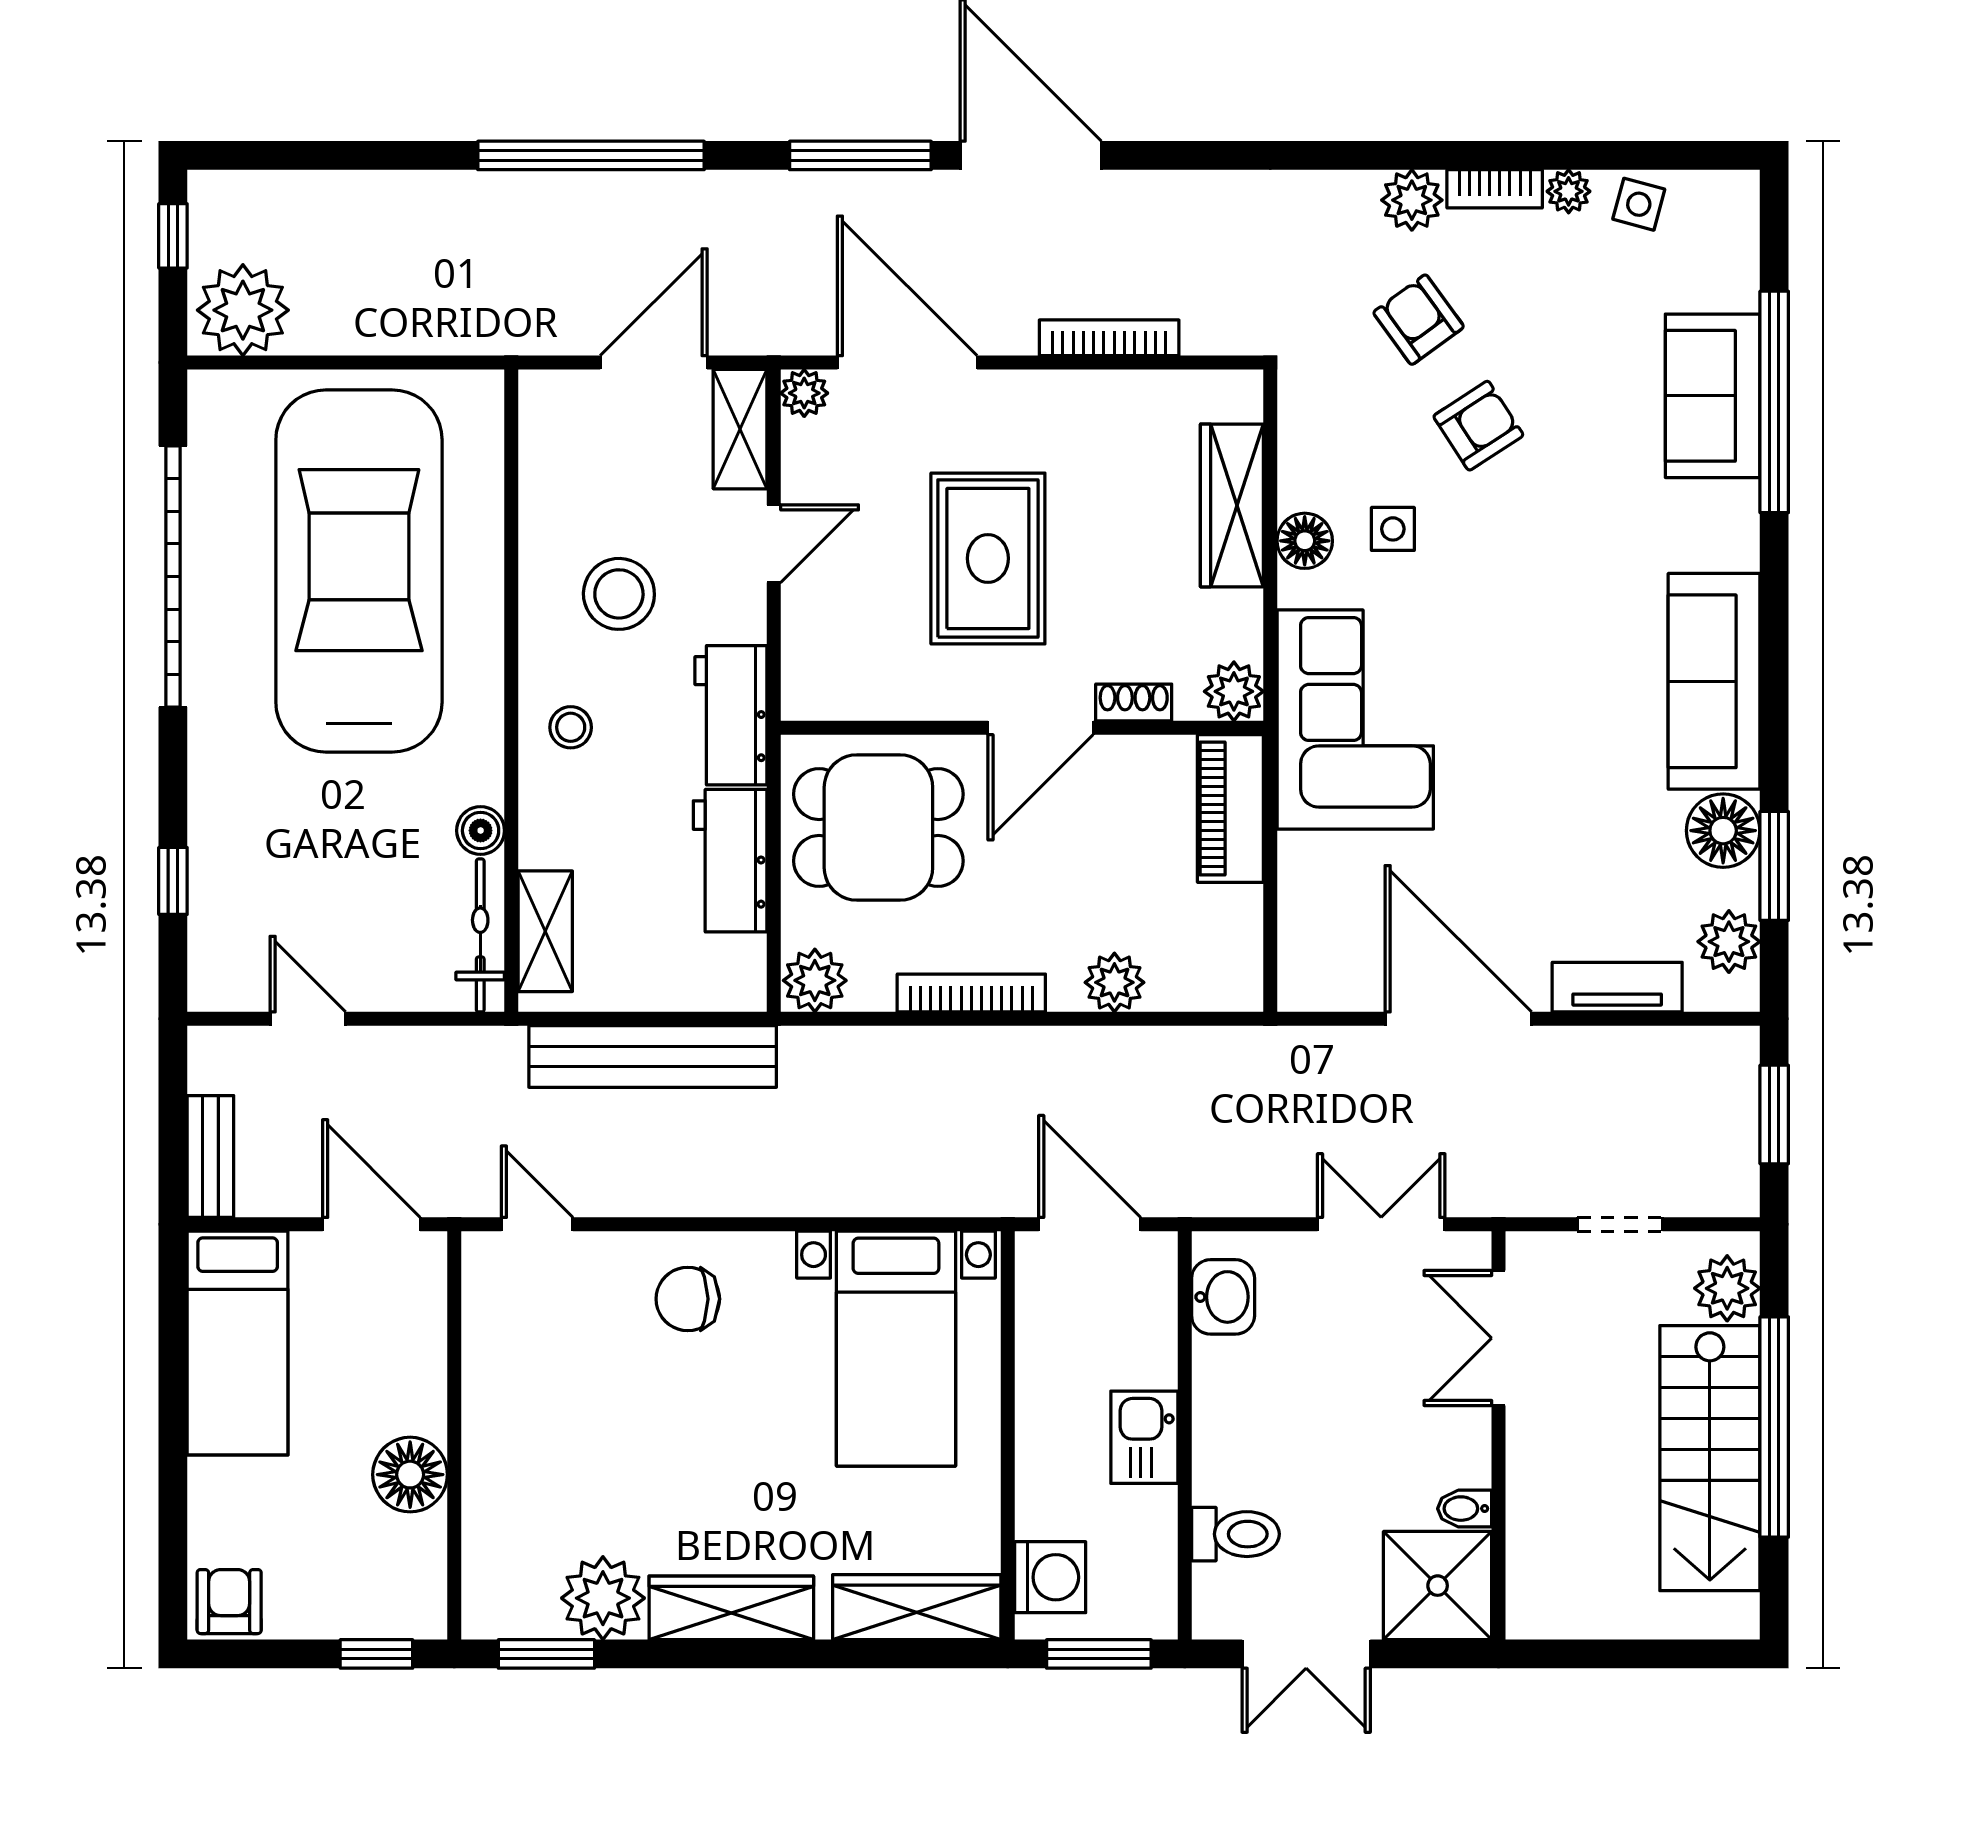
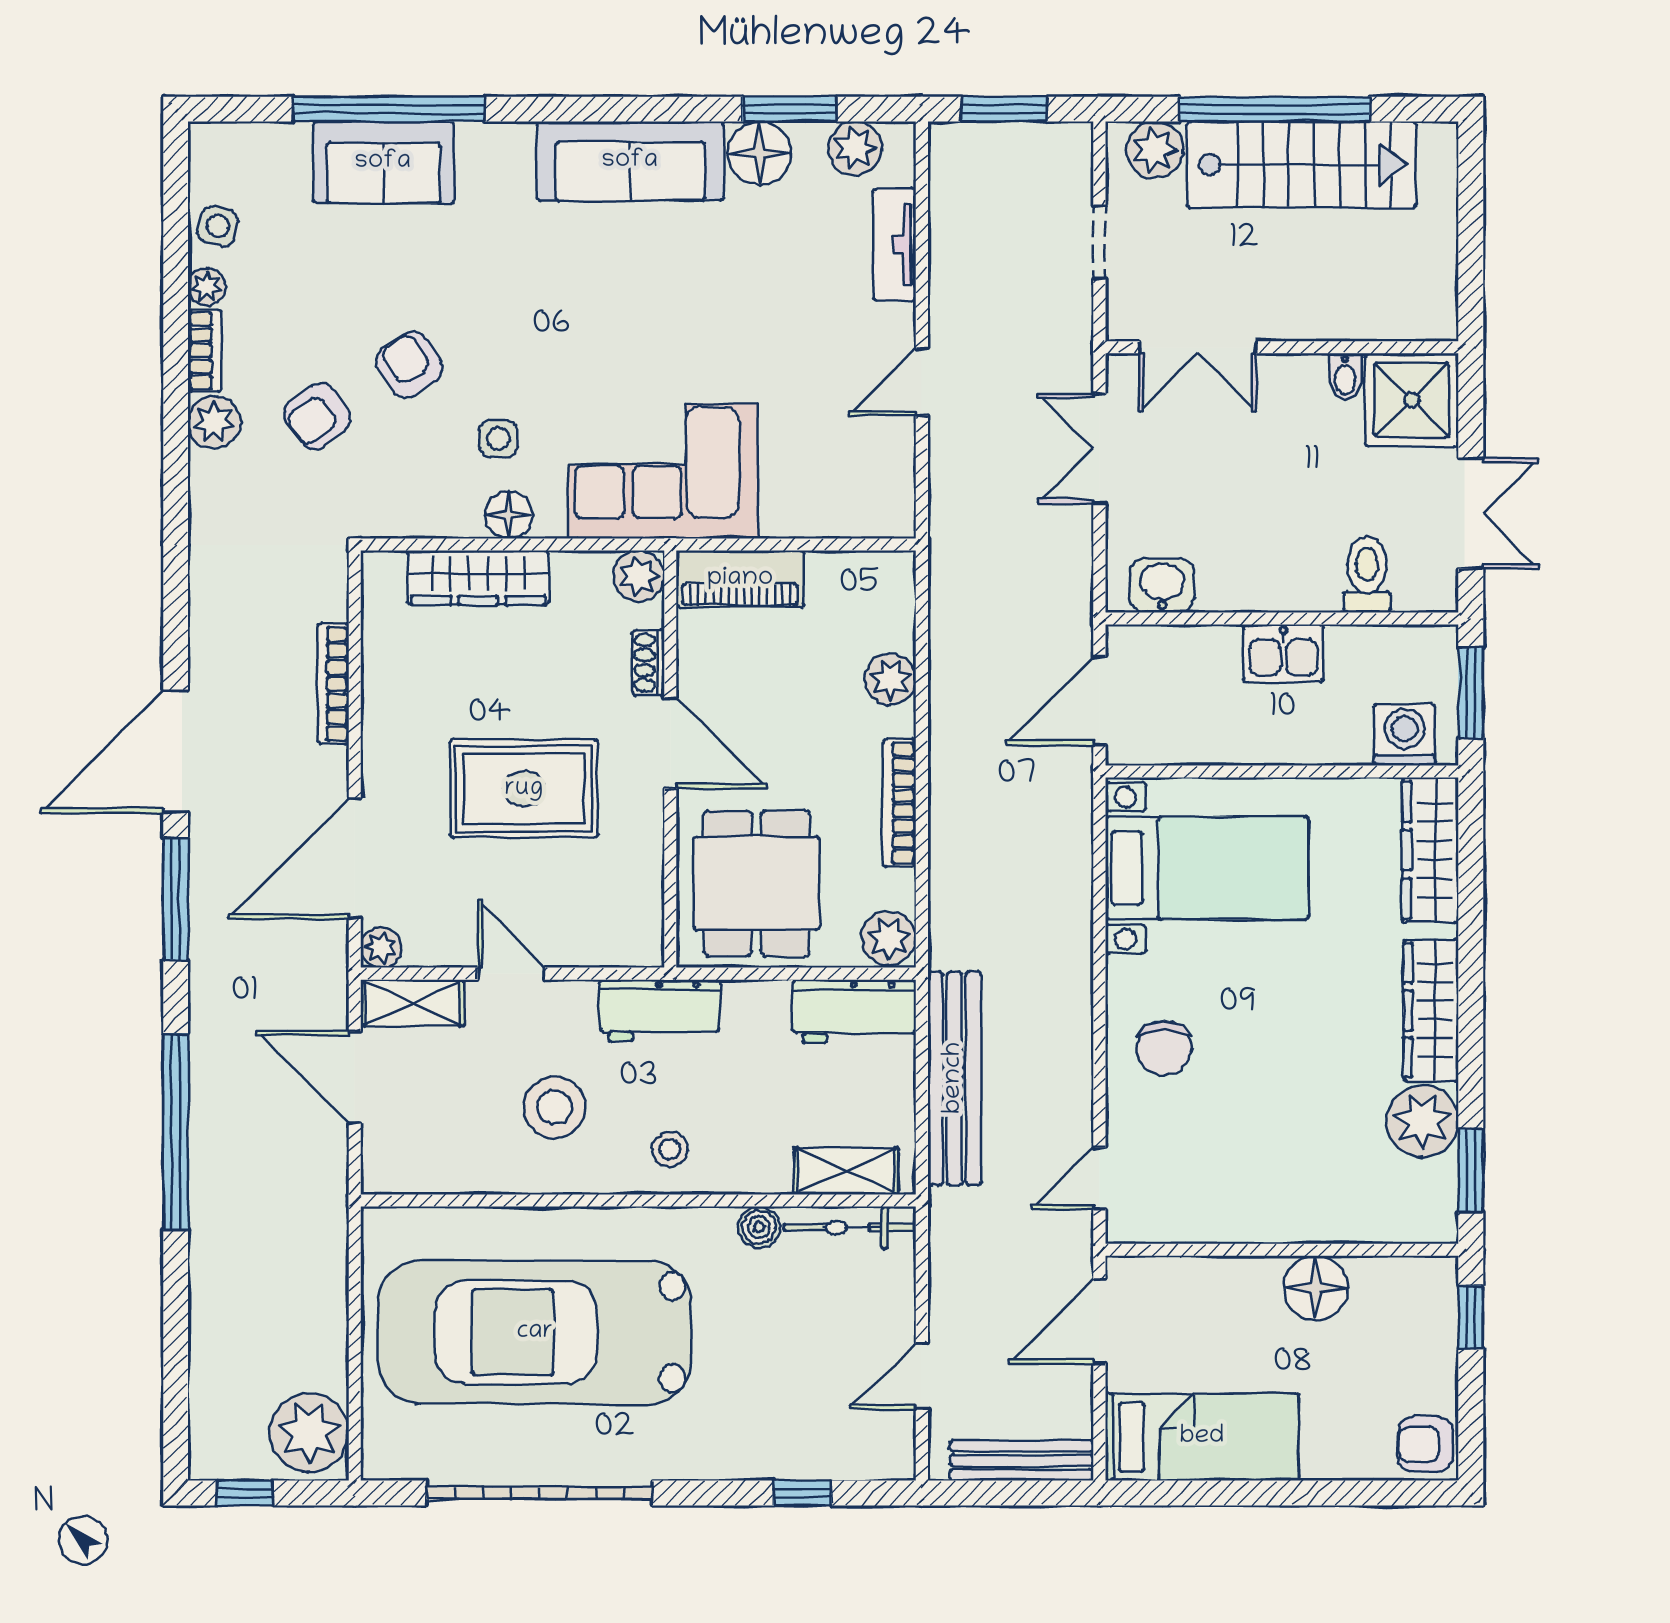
workbench: (730, 861) -> (854, 1011), moved
door: (1458, 1019) -> (922, 382), width x0.53
bench: (210, 1157) -> (1022, 1461), width x1.36

